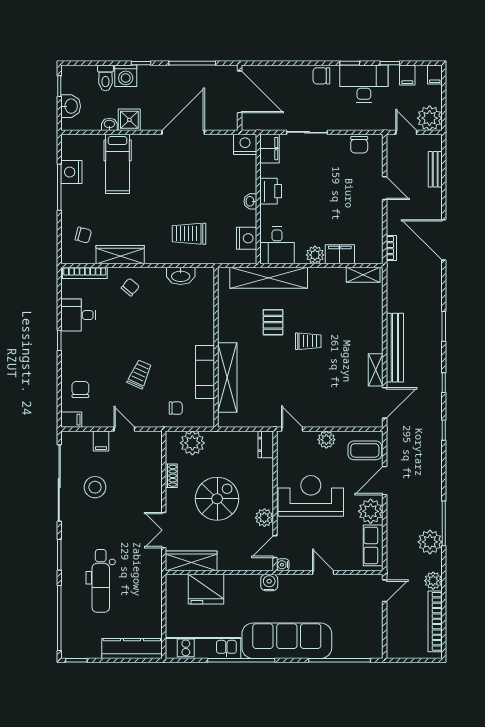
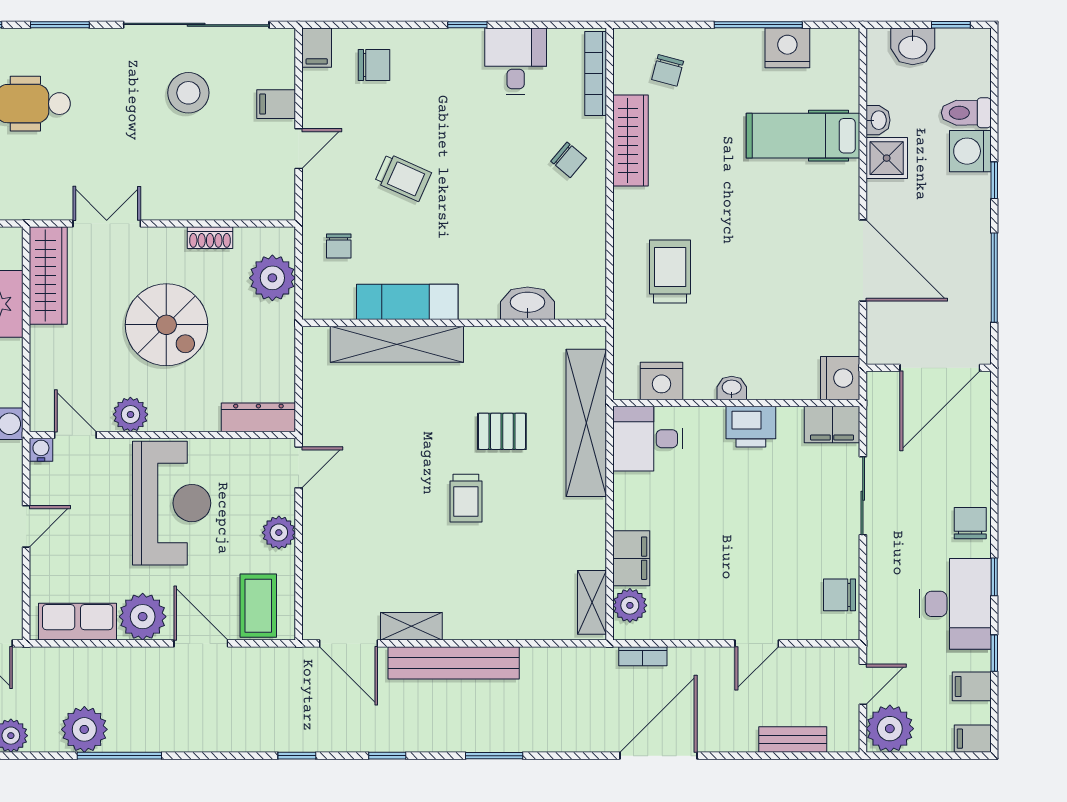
plant: (315, 255) -> (630, 605), moved
washbasin: (181, 276) -> (528, 303), moved, turned 90
dresser: (266, 444) -> (258, 417), width x1.44

